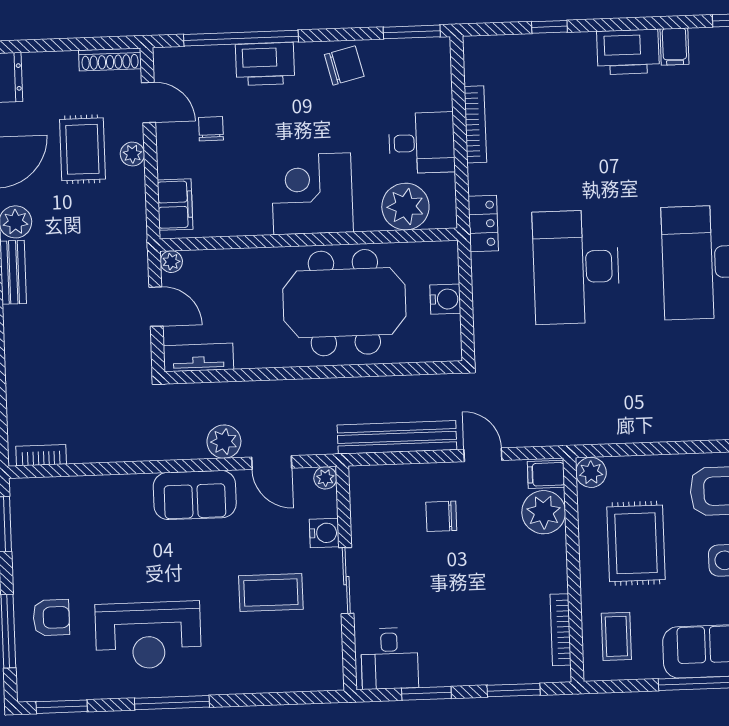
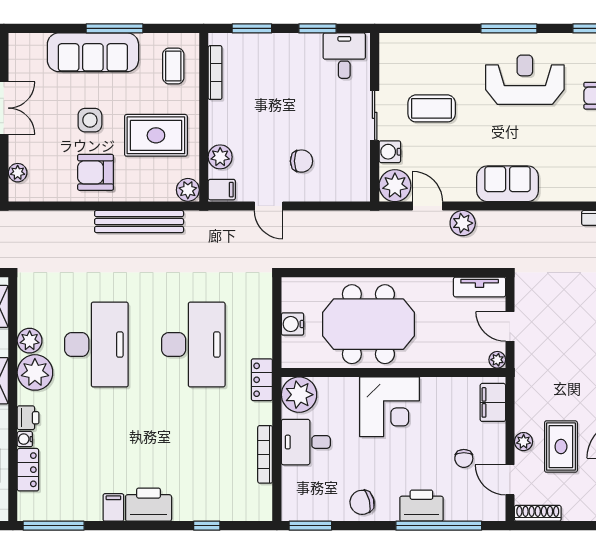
plant: (405, 207) -> (299, 395), moved
bench: (397, 437) -> (139, 222), moved
plant: (325, 478) -> (395, 186), width x1.87, depth x1.87
sofa: (195, 495) -> (508, 184), moved
plant: (544, 512) -> (220, 157), width x0.73, depth x0.73
rug: (636, 543) -> (156, 135), turned 90

